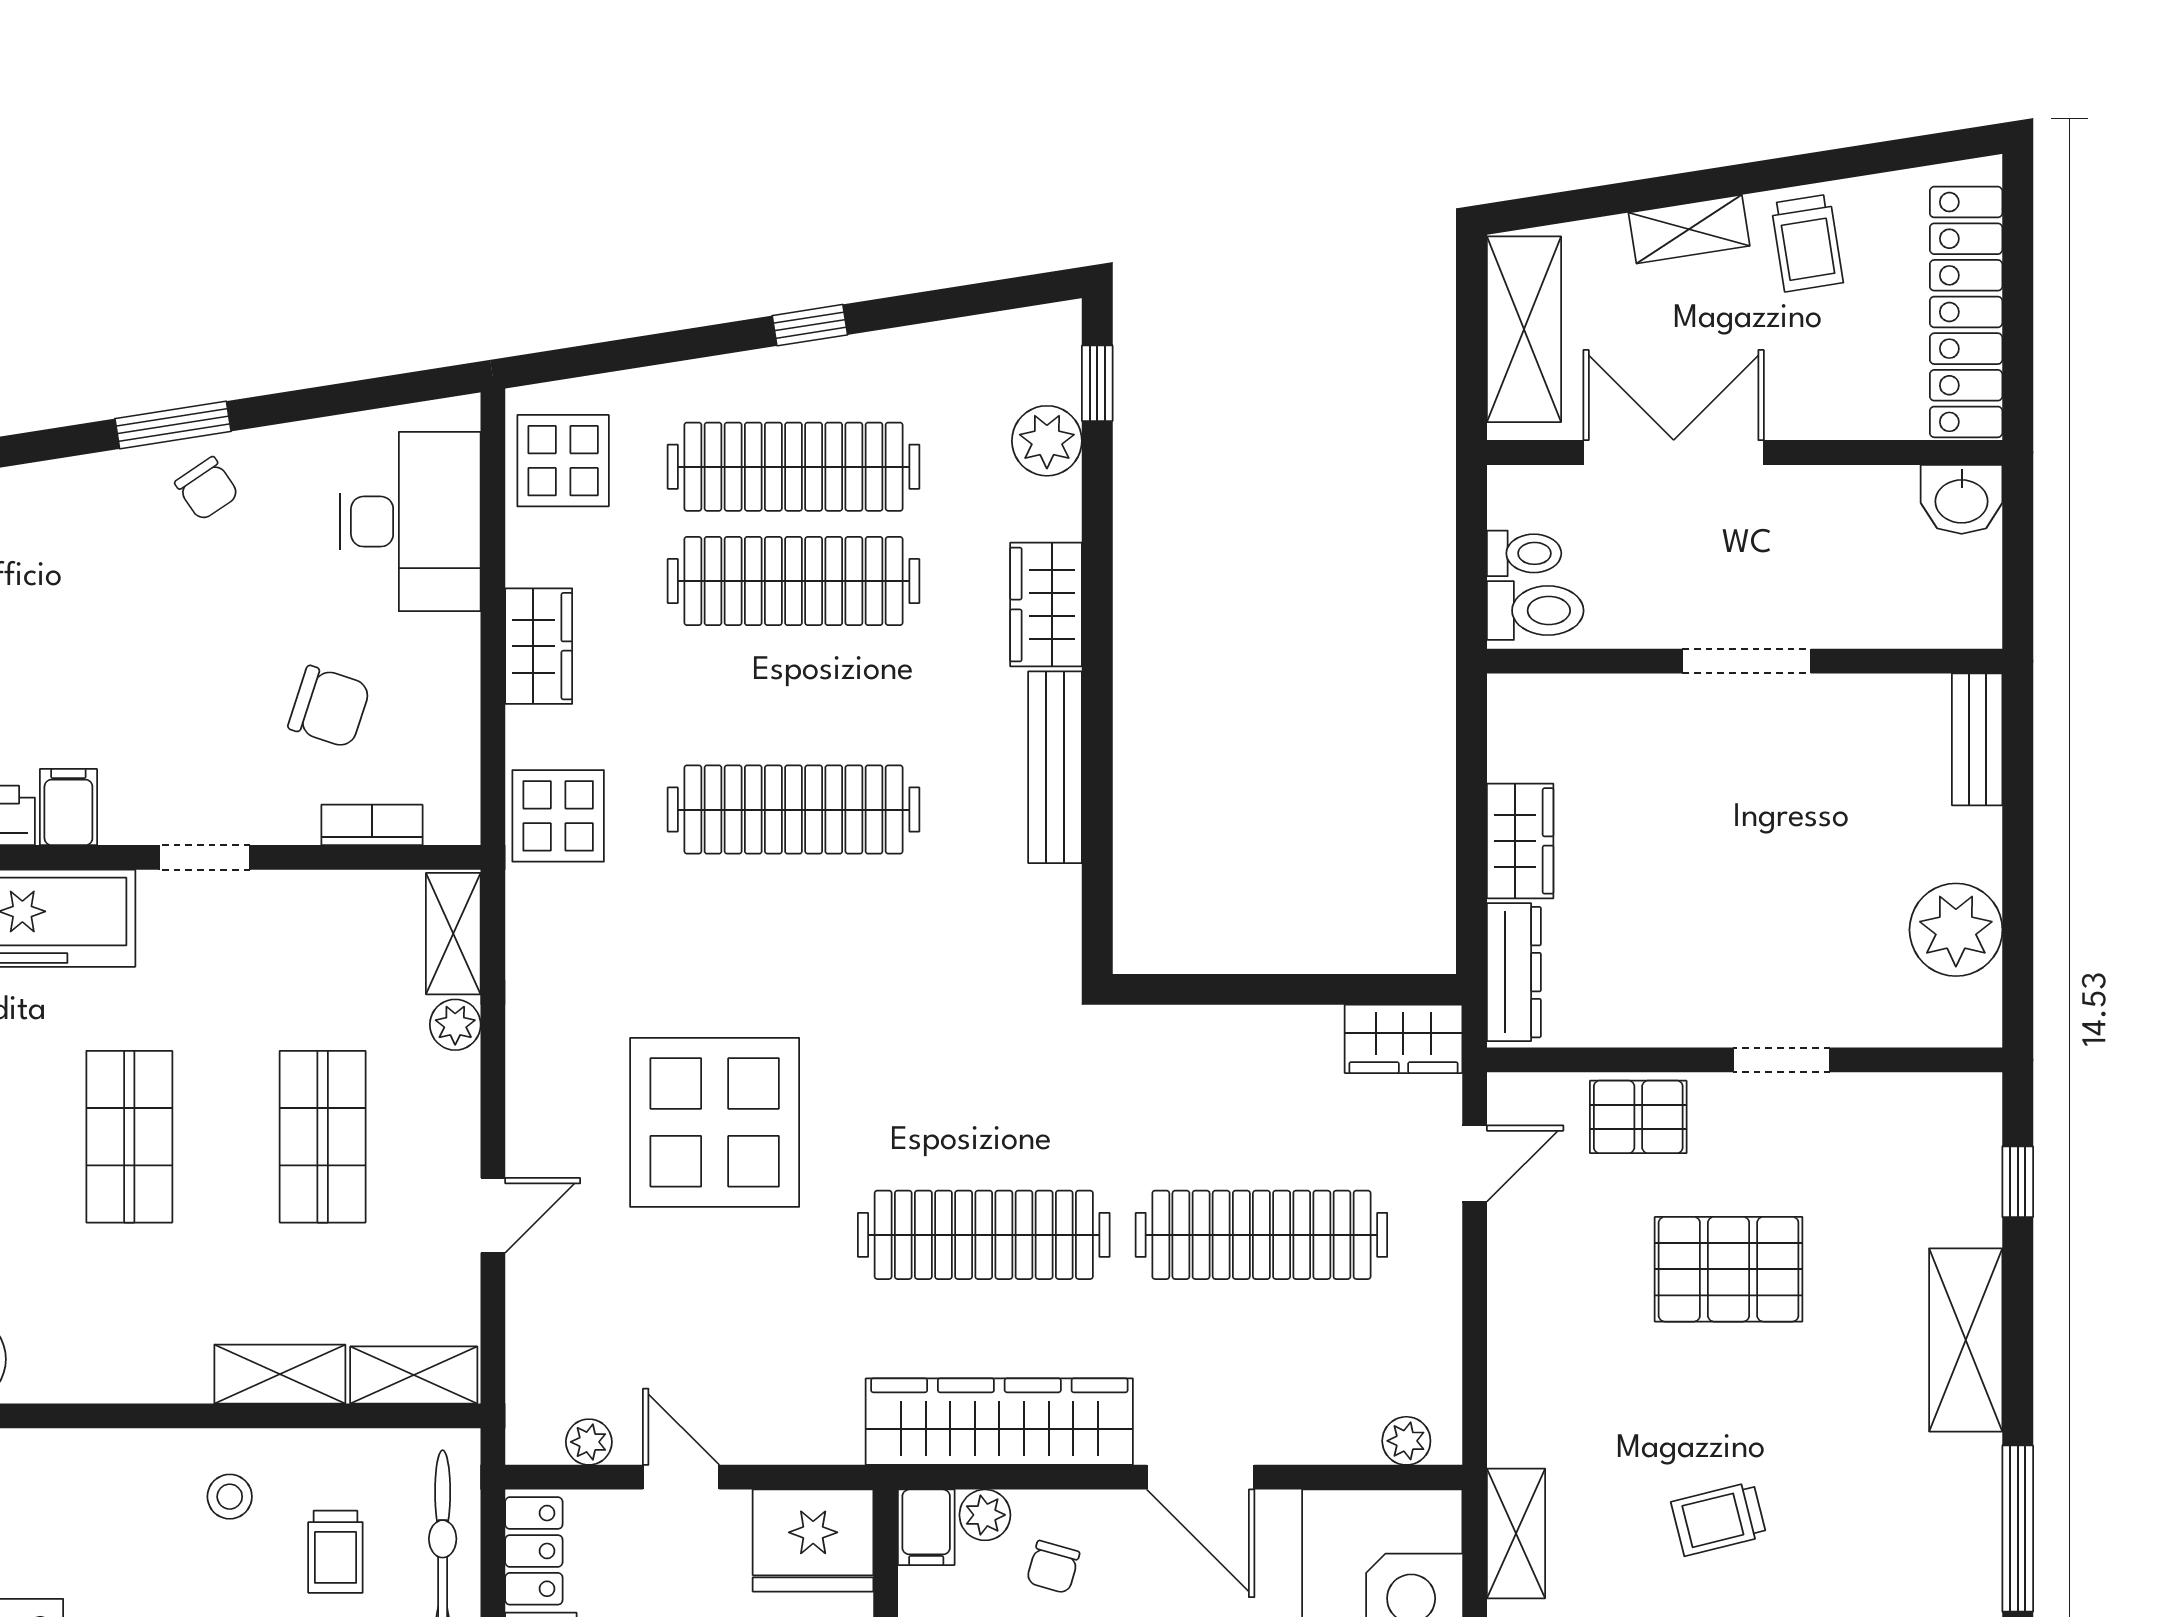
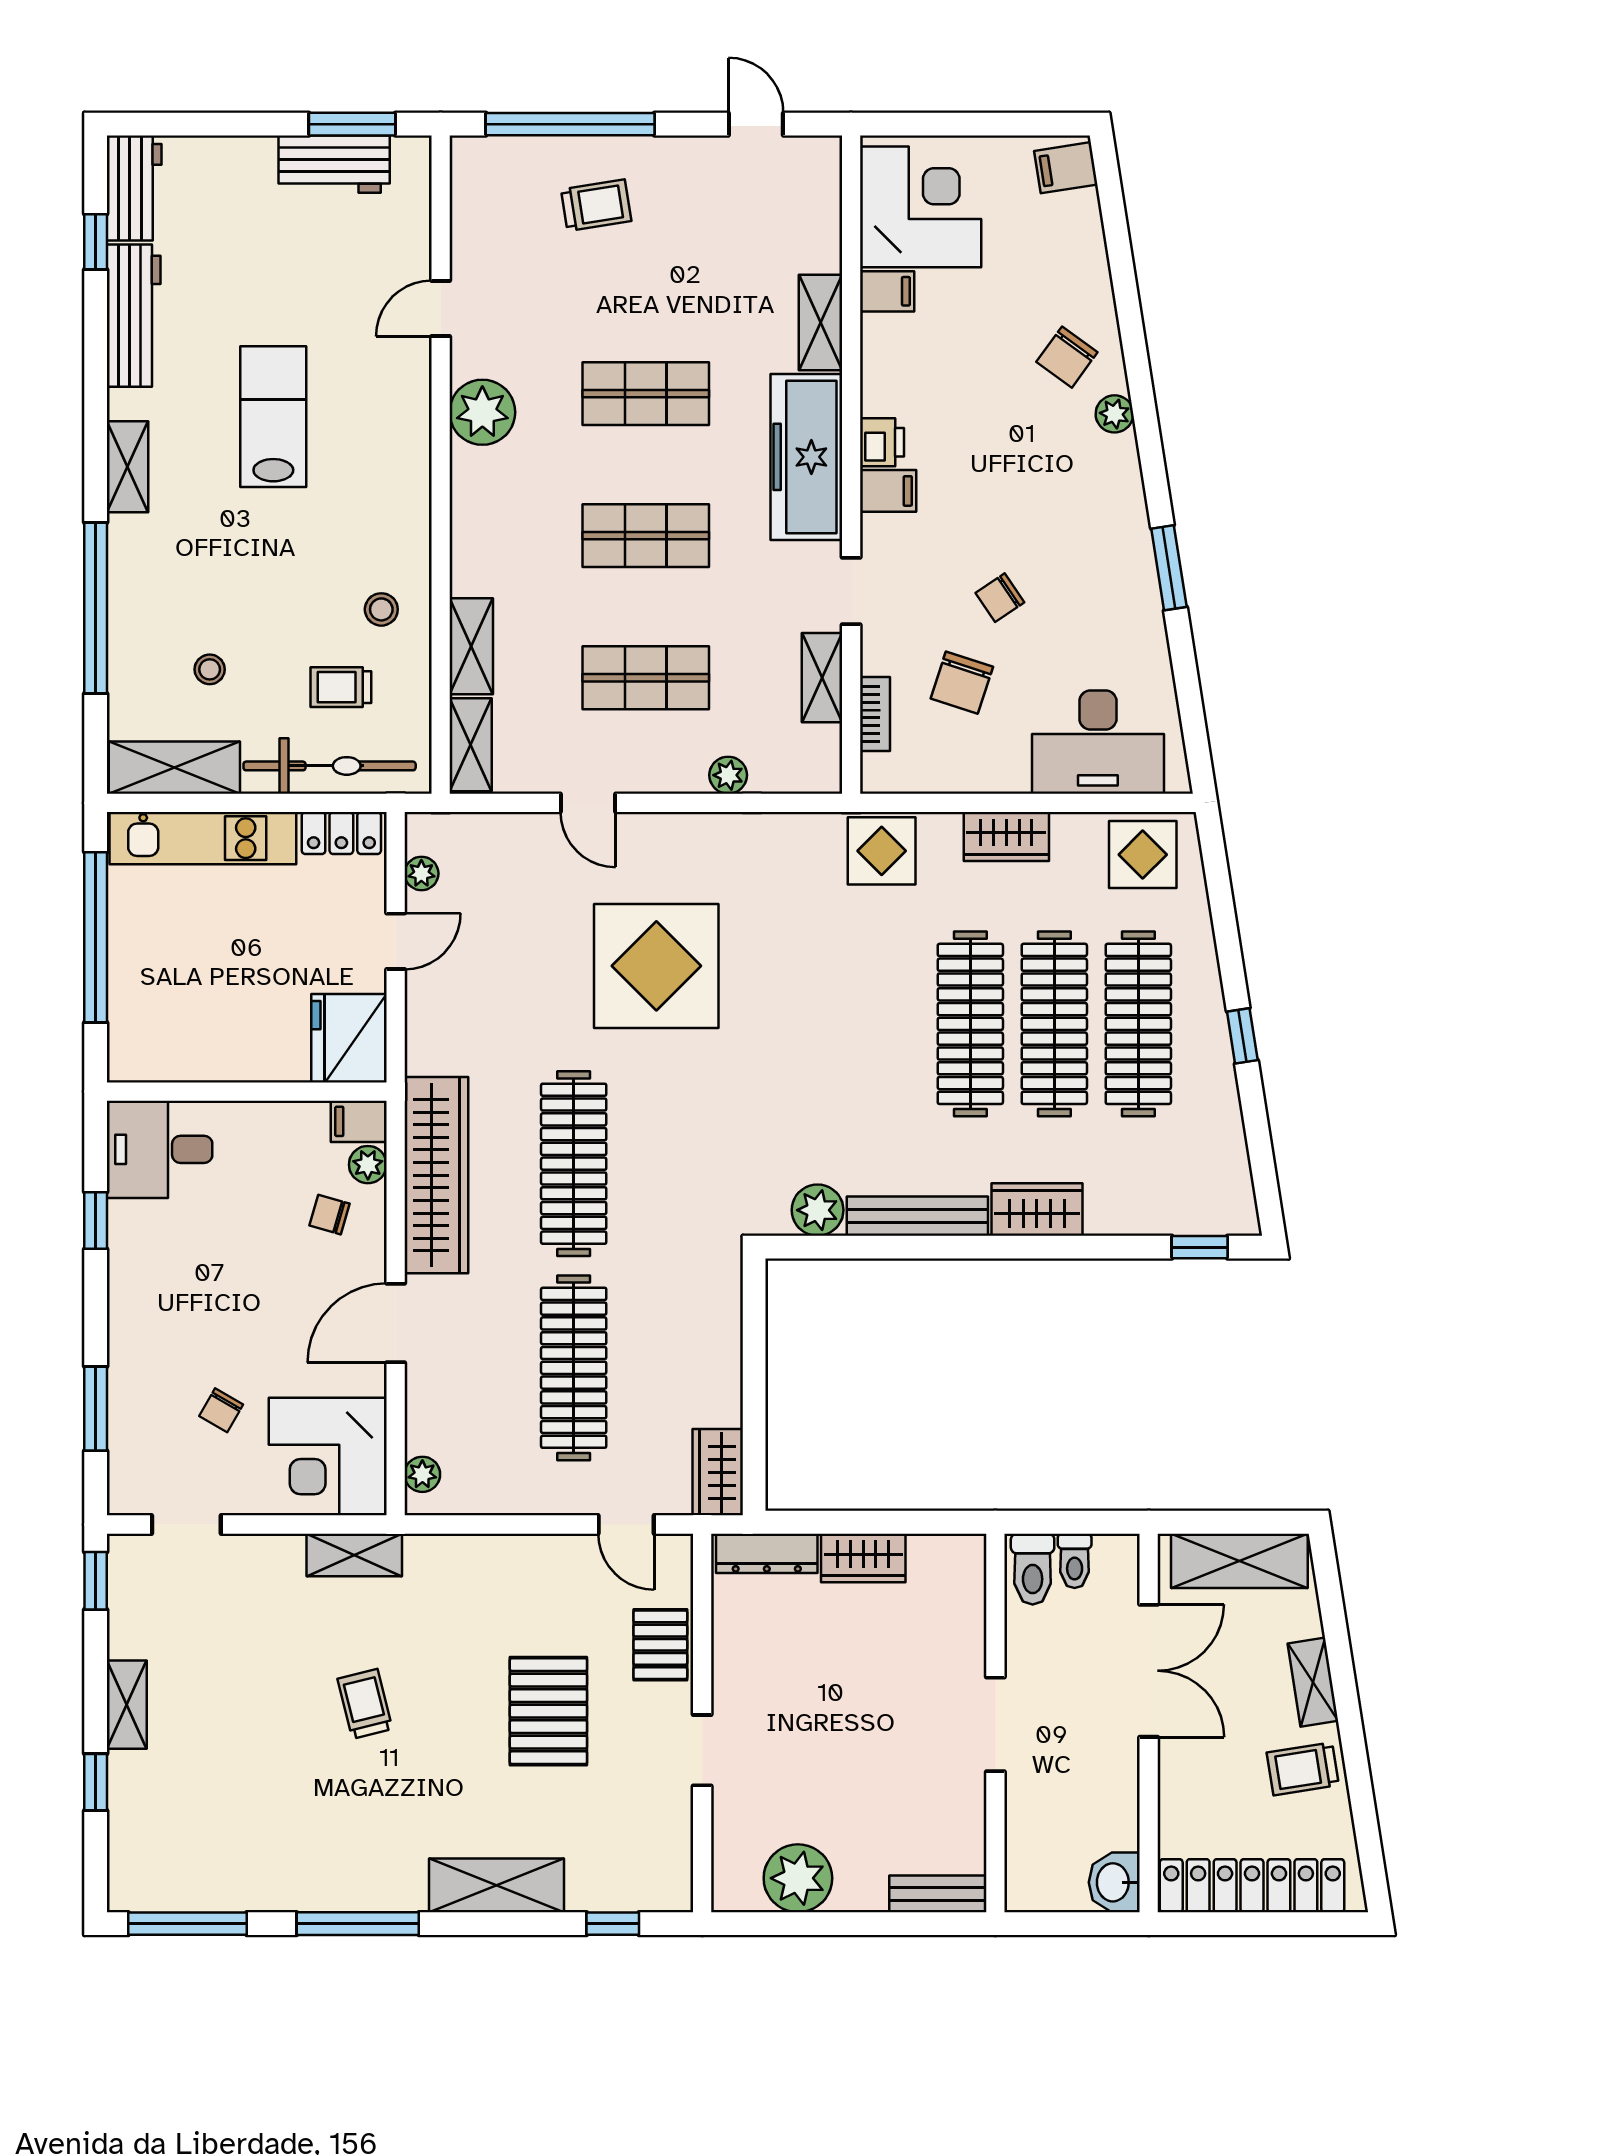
plant: (1047, 441) -> (818, 1210), moved
chair: (207, 489) -> (1000, 598), moved
clothes rail: (794, 810) -> (970, 1024), moved
shelving: (453, 934) -> (822, 678), moved, turned 90

